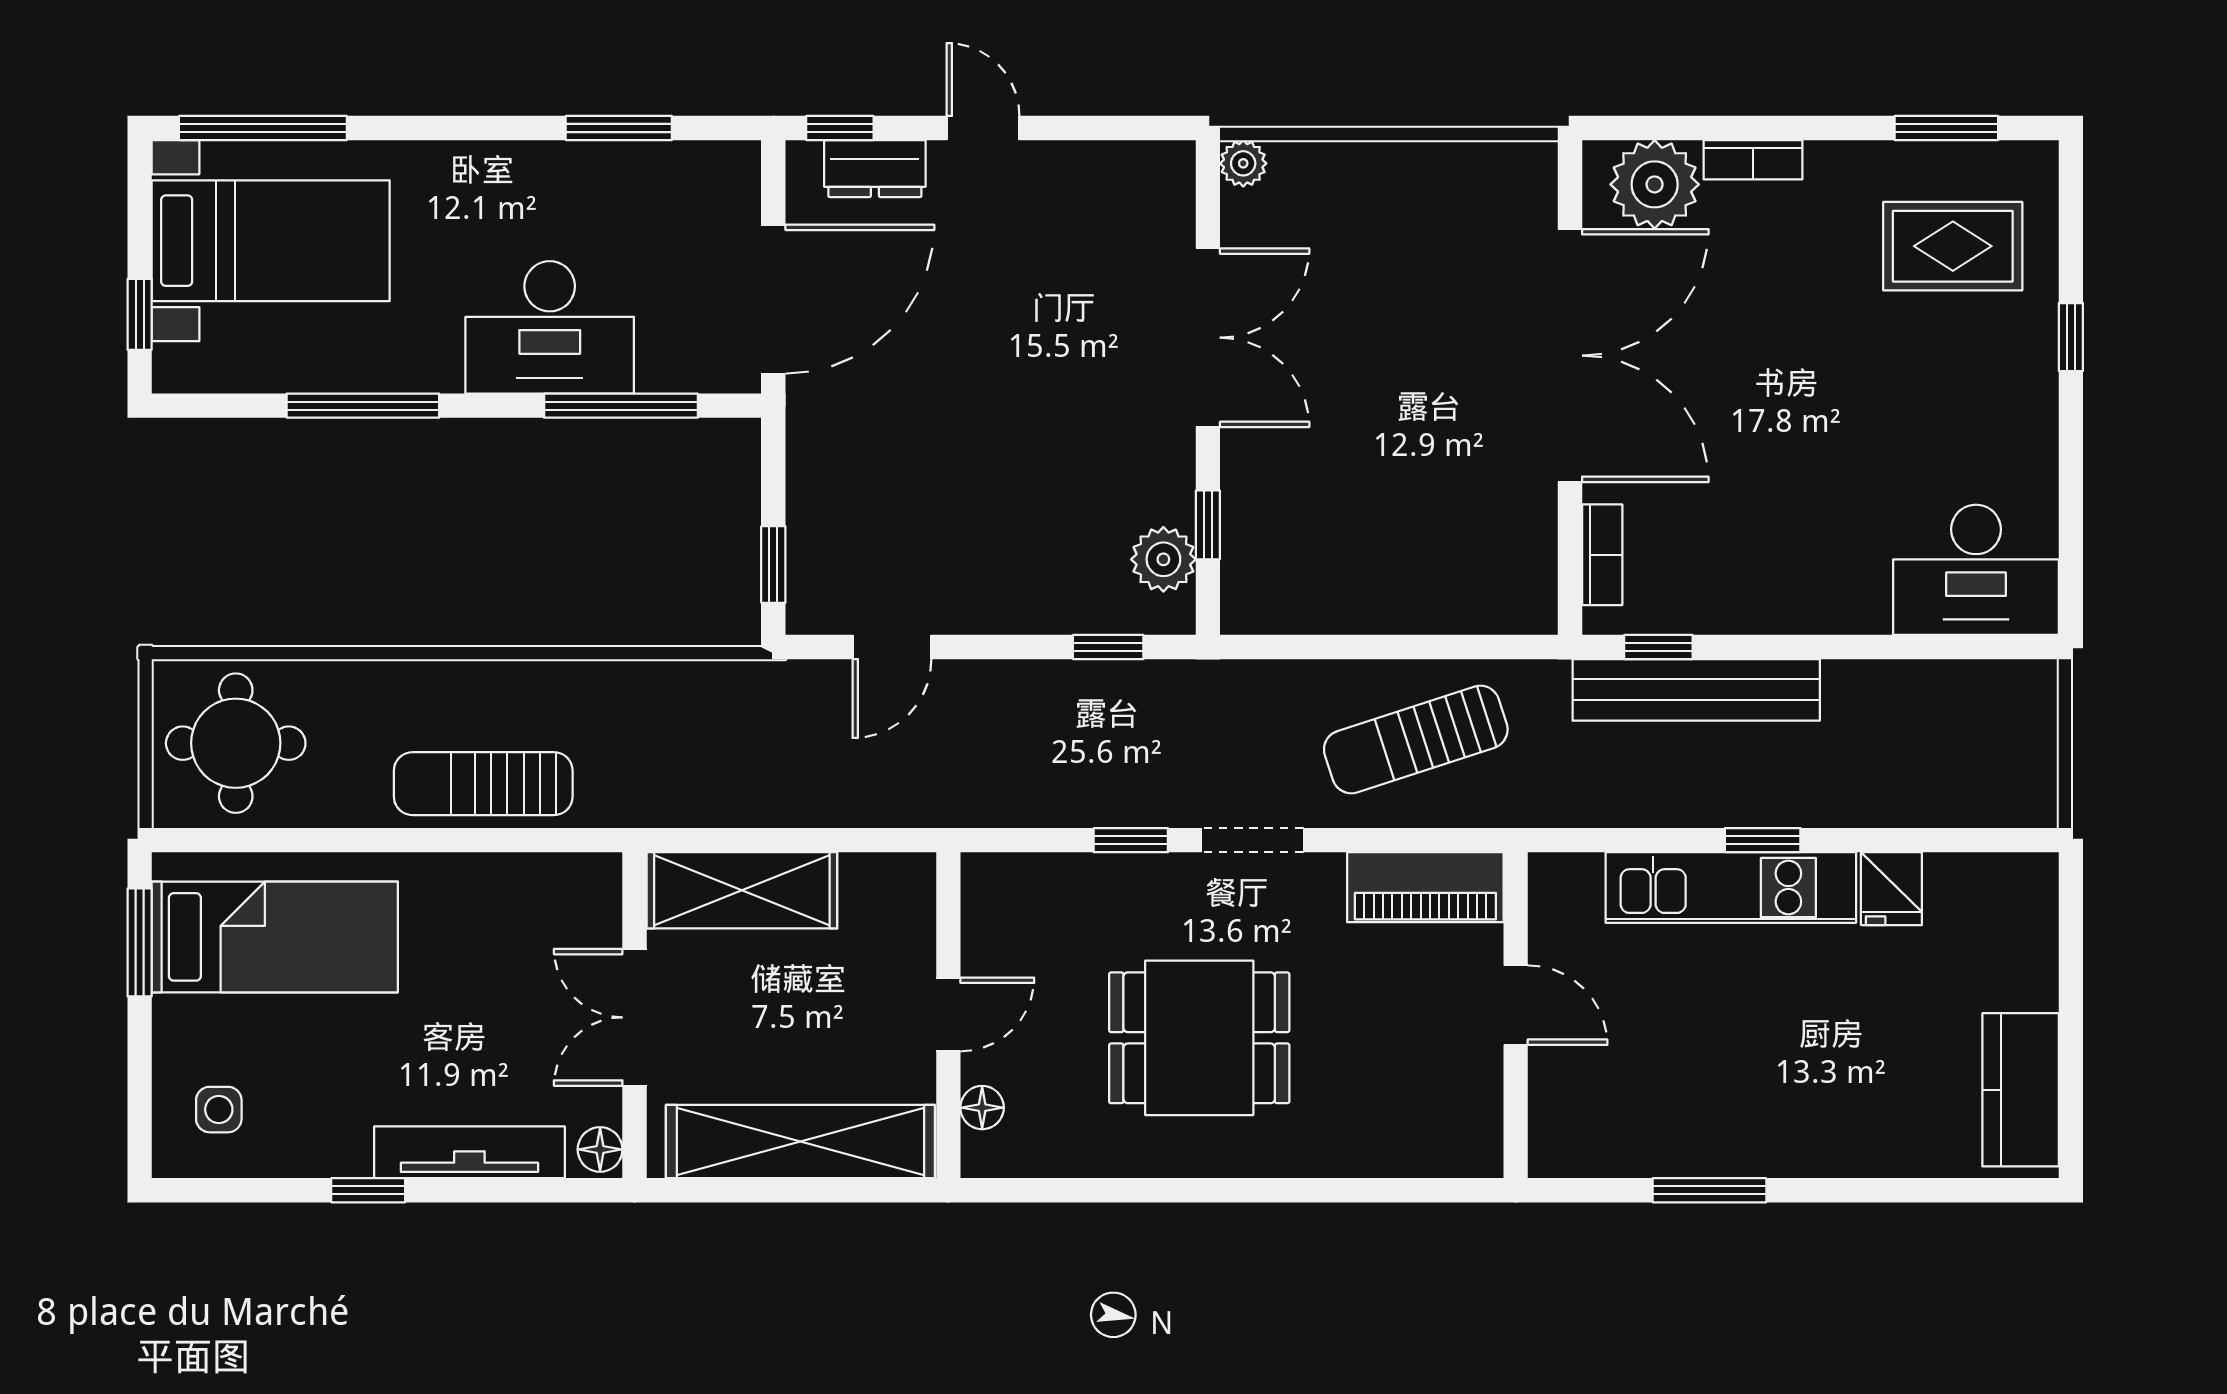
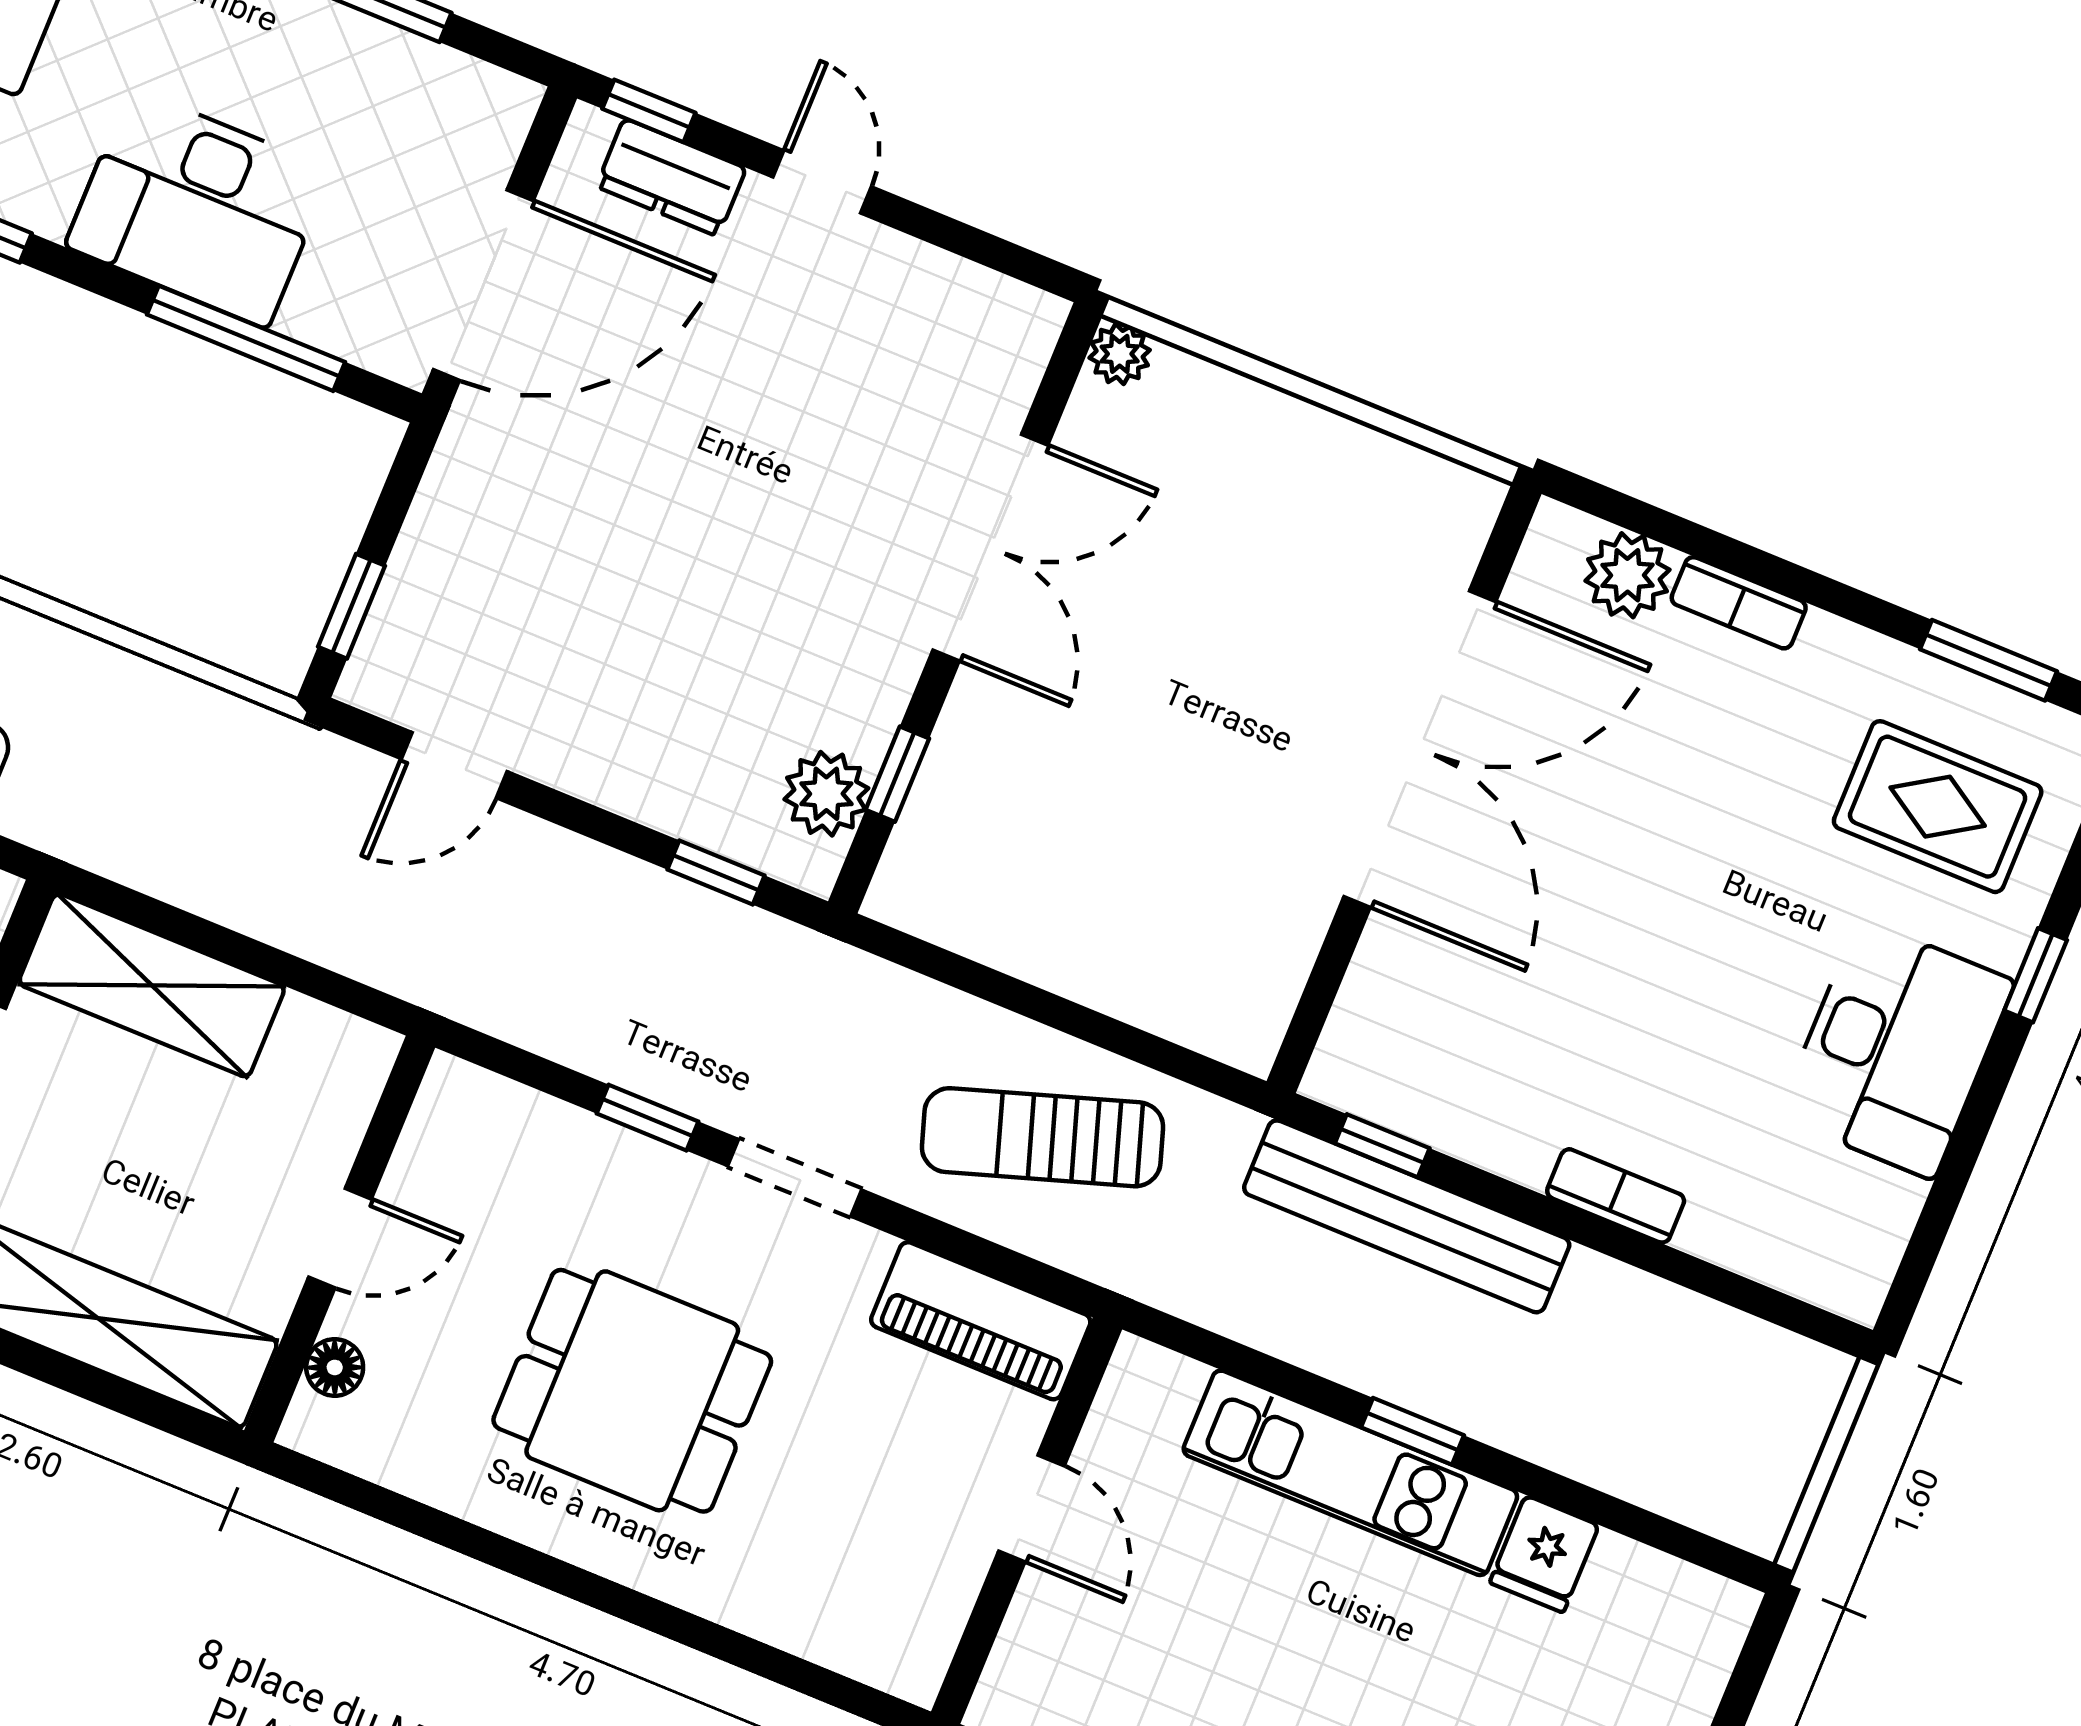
plant: (1655, 184) -> (1627, 575), width x0.73, depth x0.73
bookcase: (1602, 555) -> (1616, 1196), moved, turned -90
desk: (1976, 570) -> (1896, 1049), moved, turned -90

